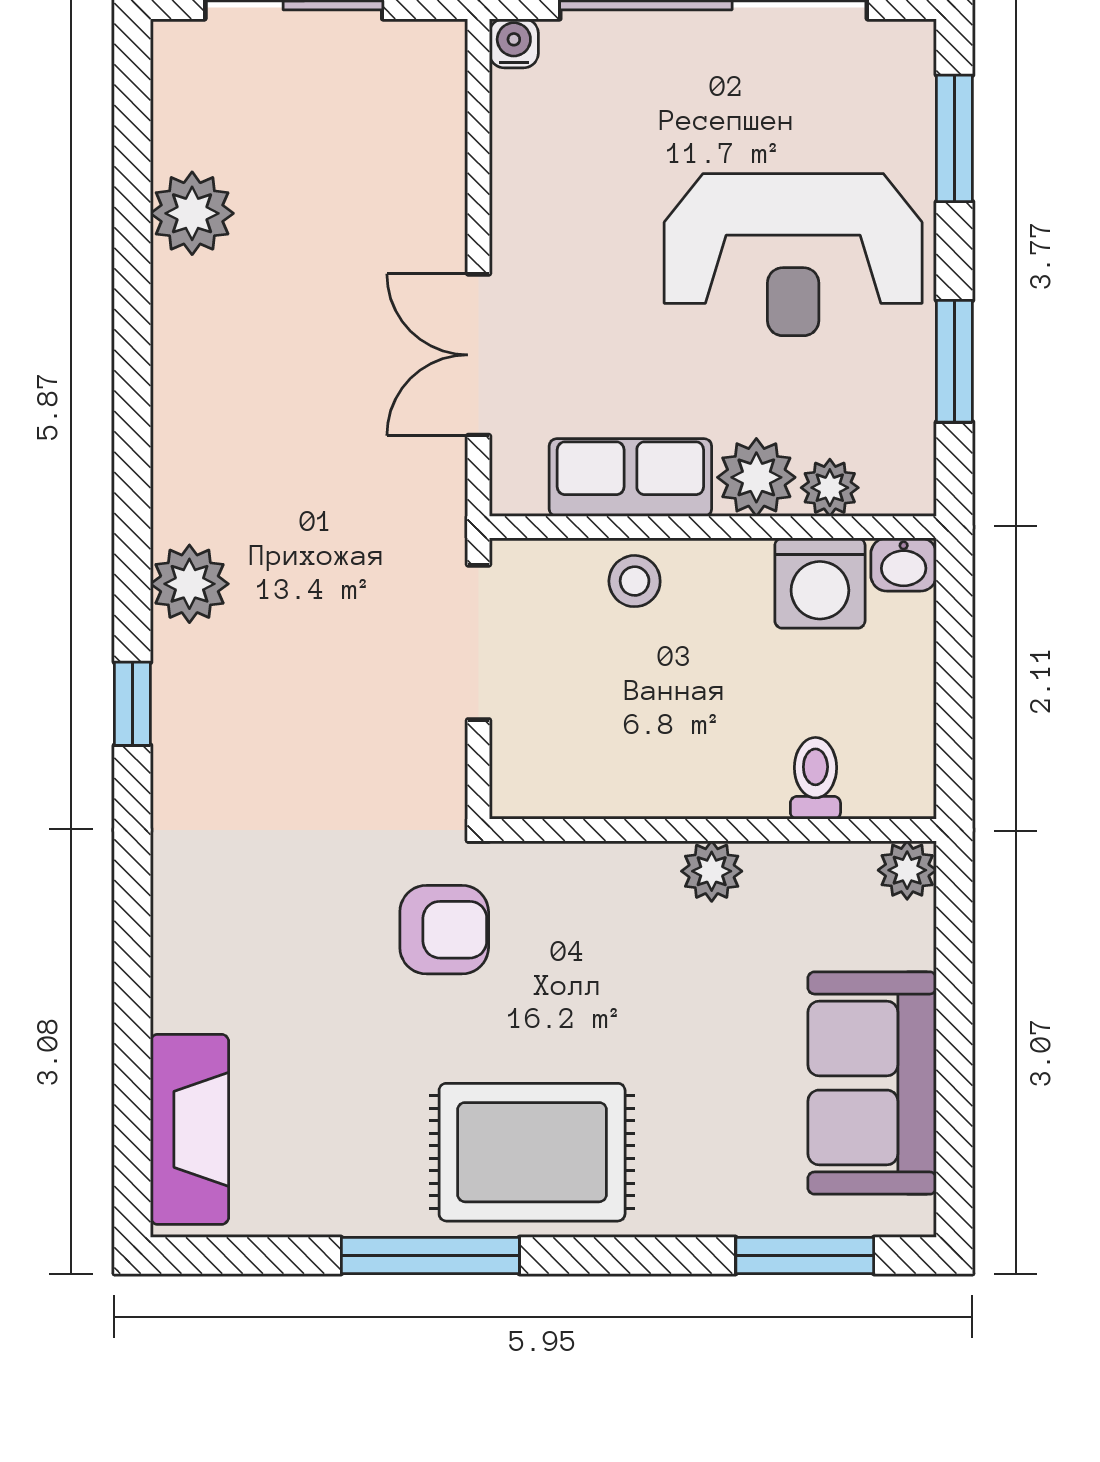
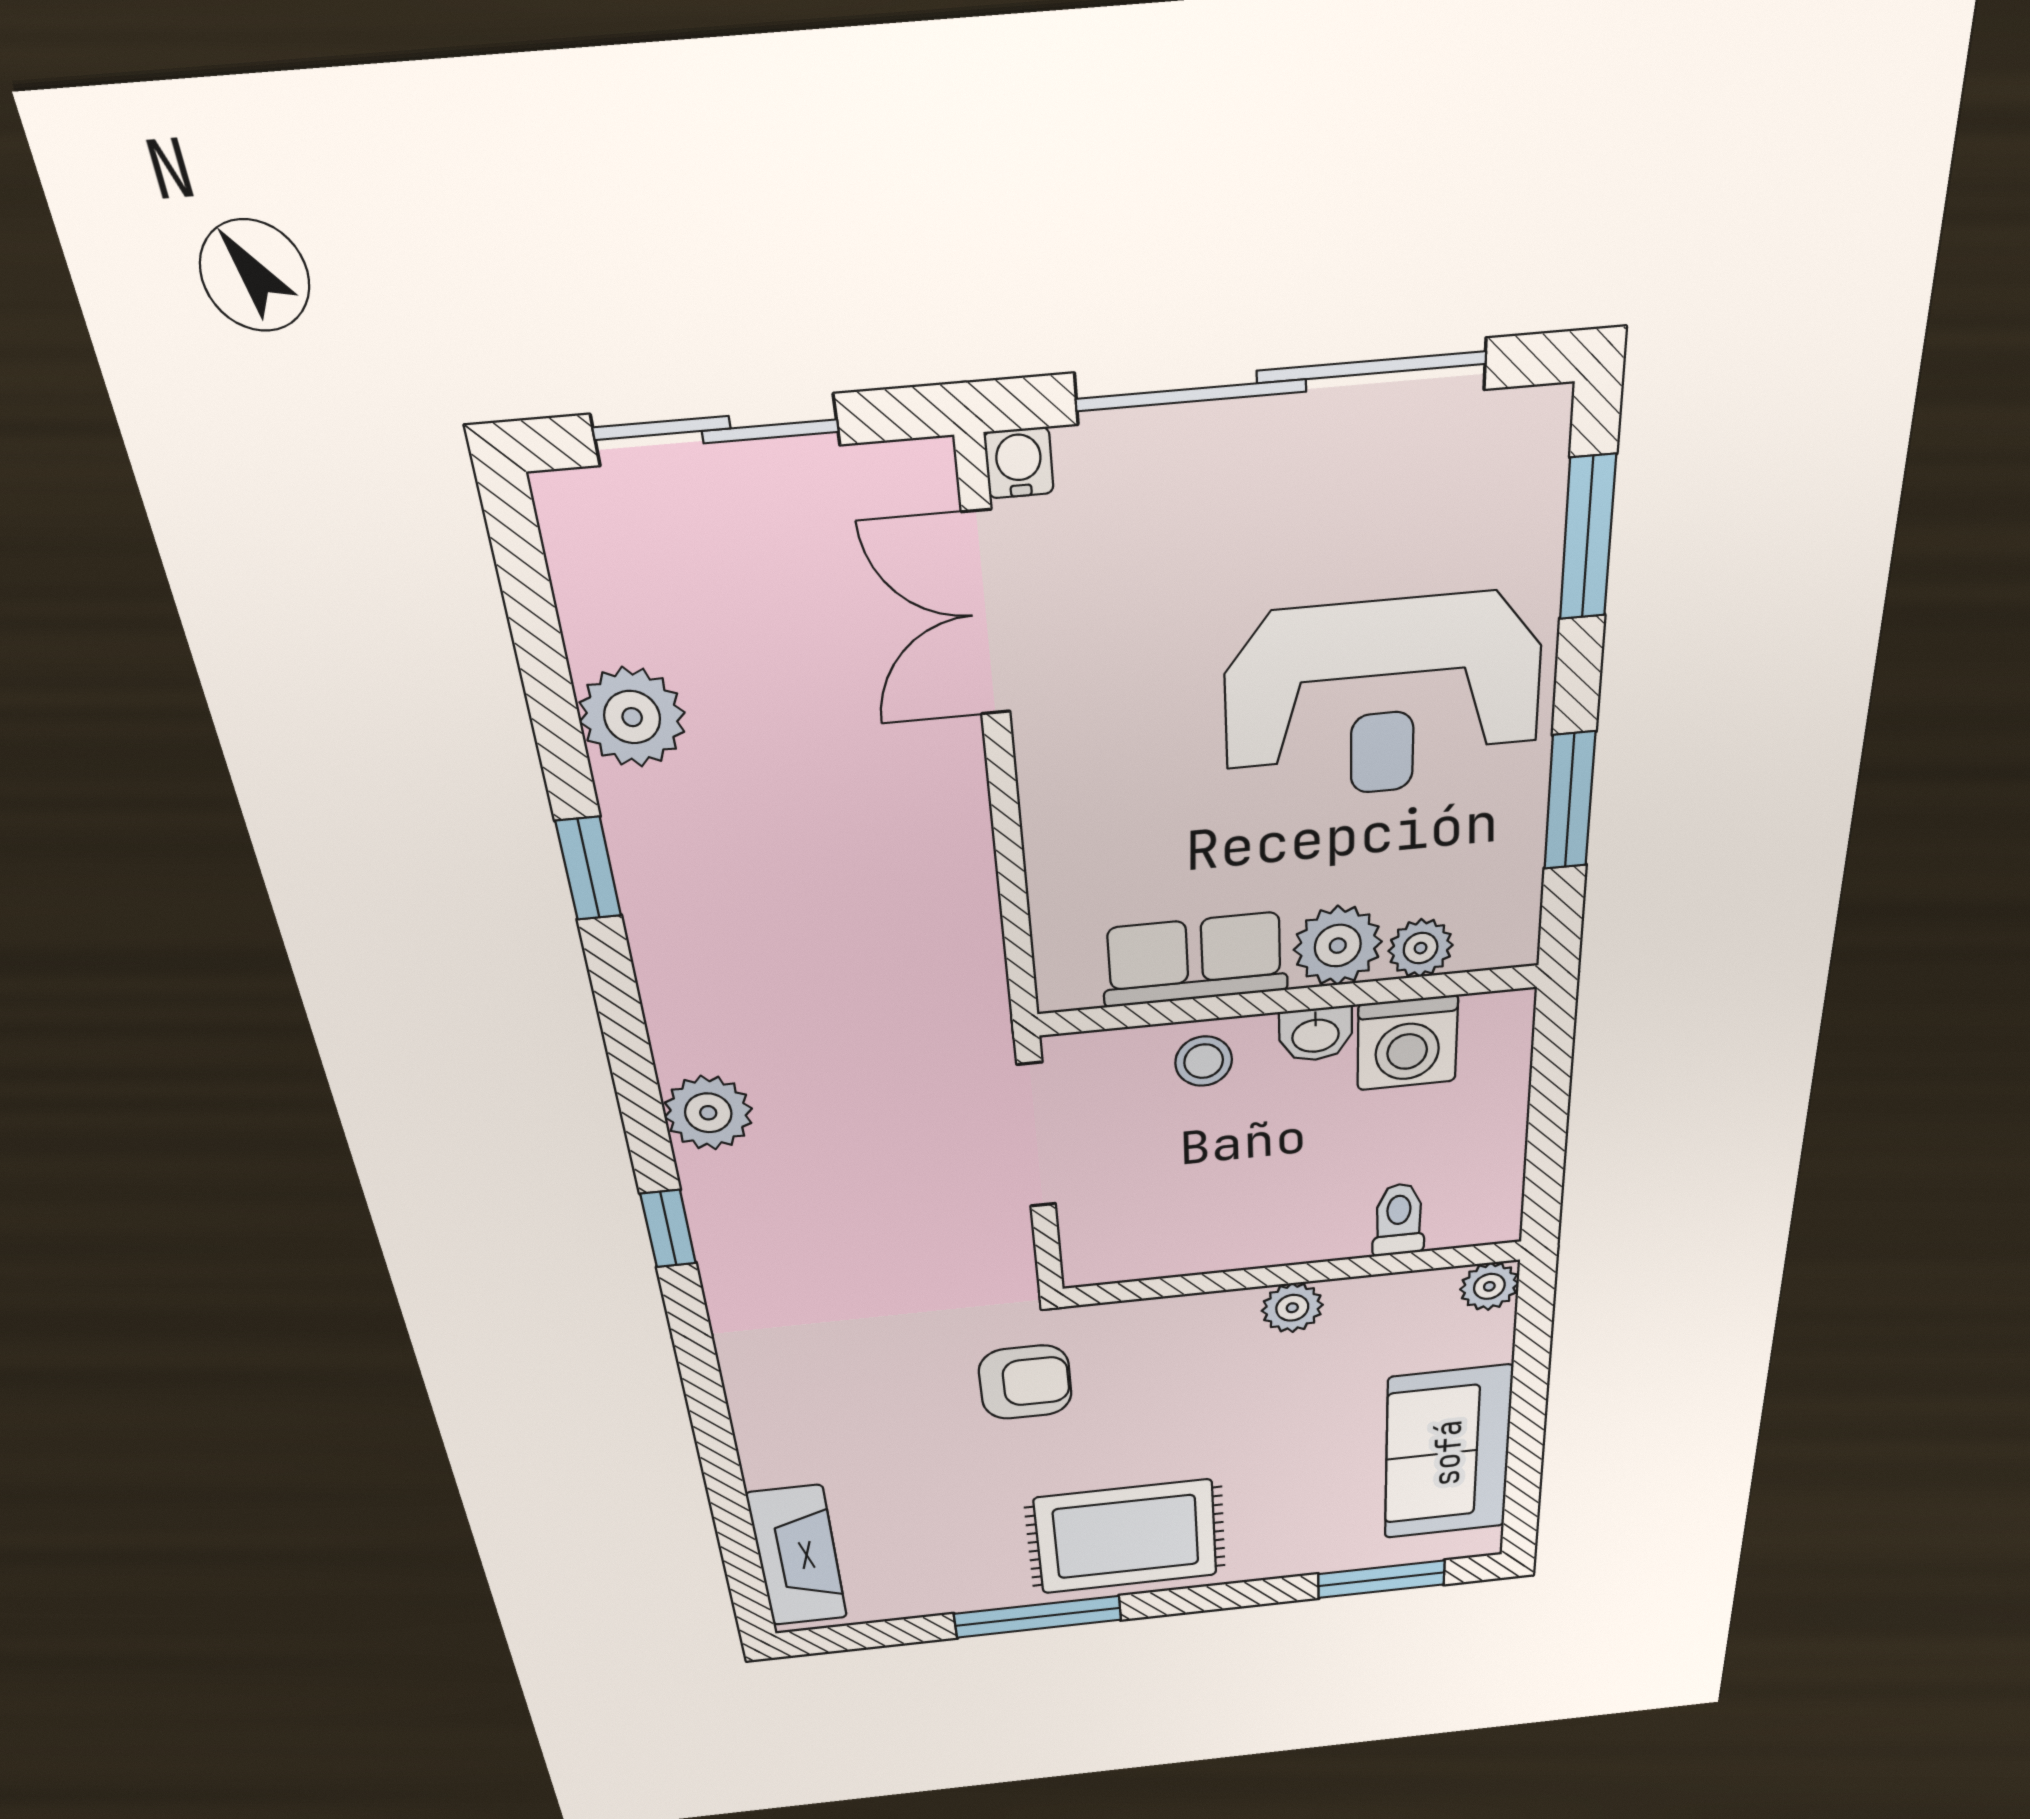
window: (132, 339) -> (588, 869), added
double door: (479, 355) -> (986, 614), moved
washbasin: (904, 565) -> (1316, 1034), moved

